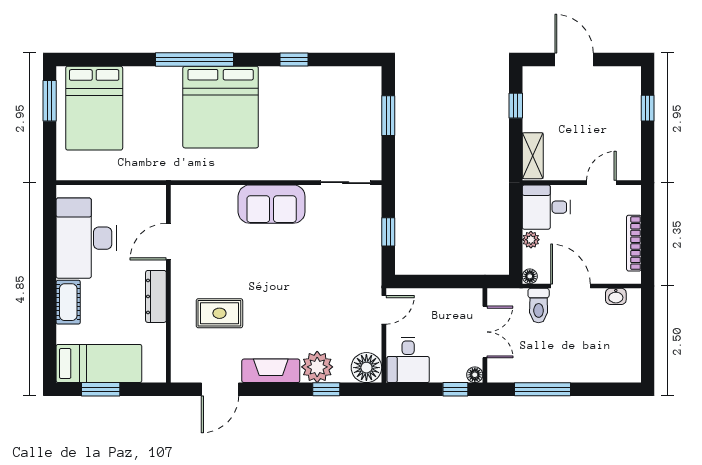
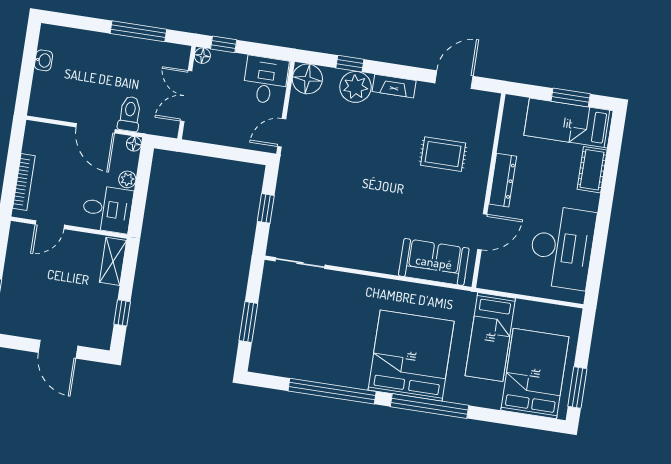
window: (294, 60) -> (332, 391), width x3.17
bed: (144, 138) -> (490, 337), added
sofa: (272, 204) -> (434, 262), moved
bookcase: (634, 243) -> (24, 182), moved
washbasin: (616, 296) -> (44, 60), moved, turned 90
cot: (68, 302) -> (592, 170), moved
fireplace: (271, 371) -> (394, 86), width x0.73, depth x0.76

